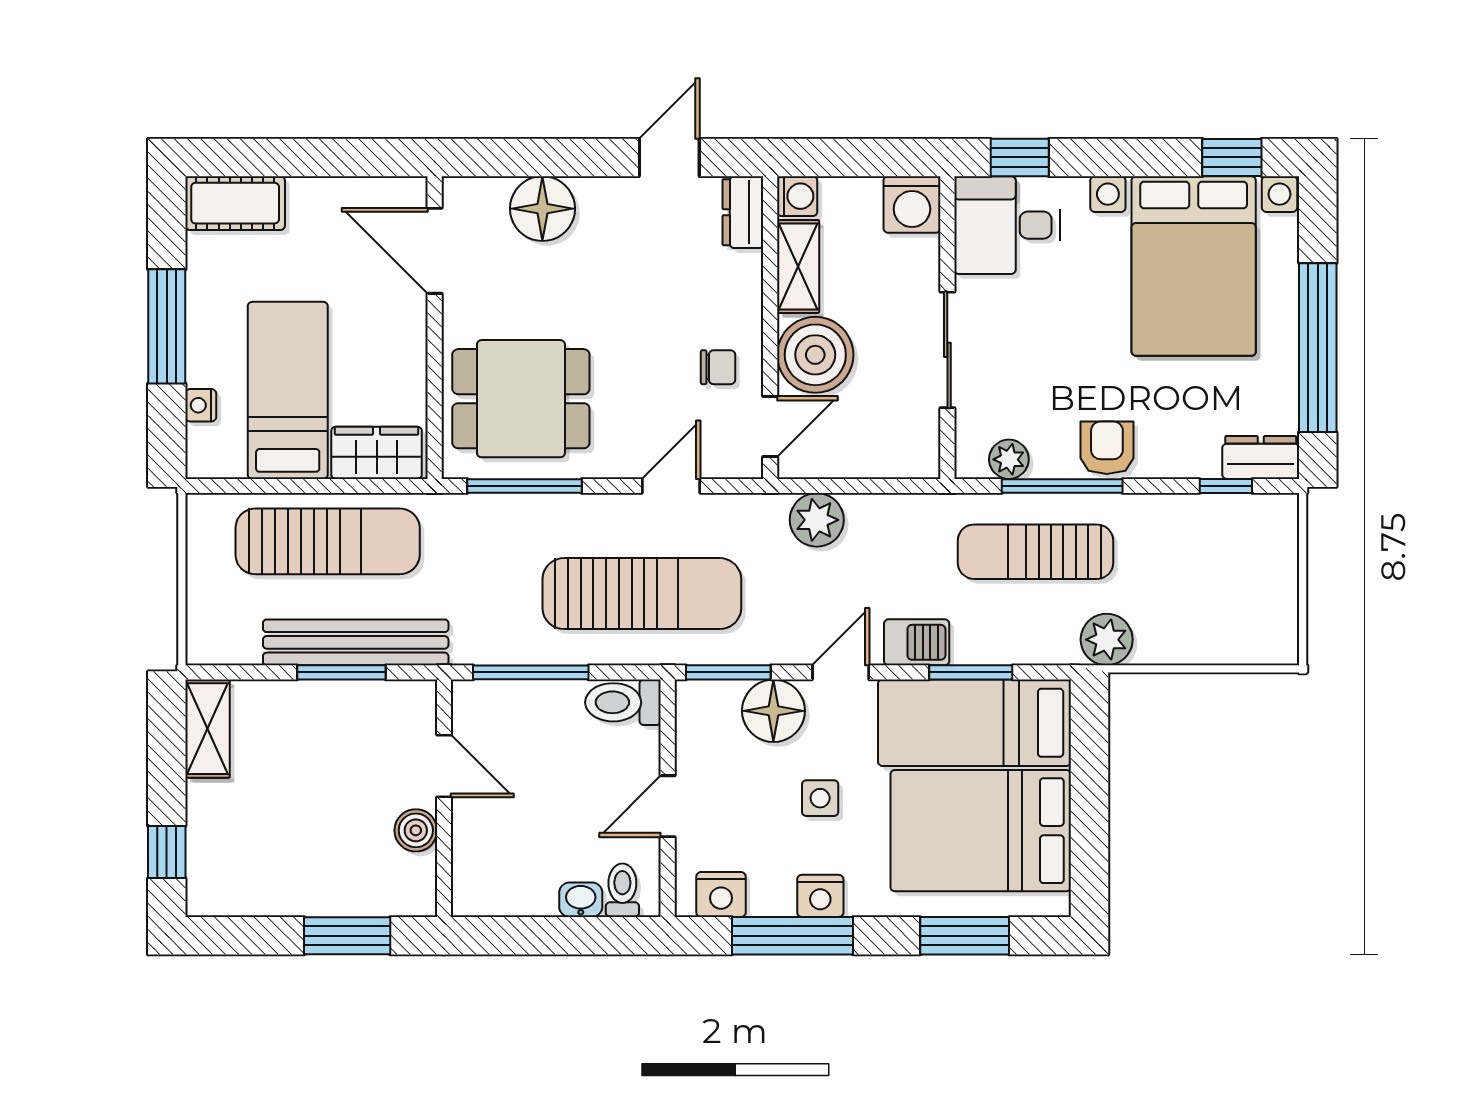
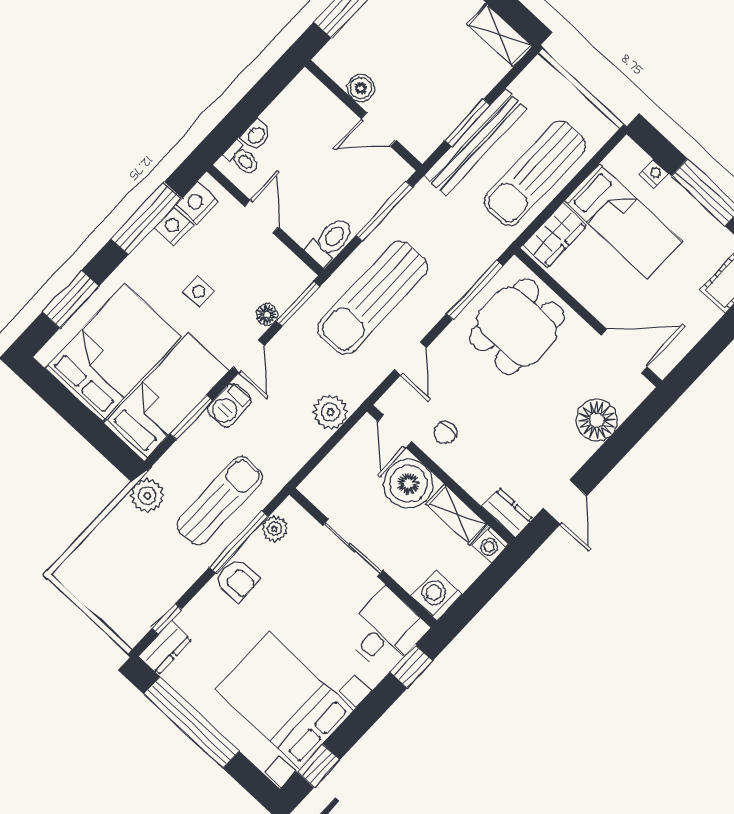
floor lamp: (773, 711) -> (267, 315), width x0.53, depth x0.53
nightstand: (820, 896) -> (174, 226), moved

